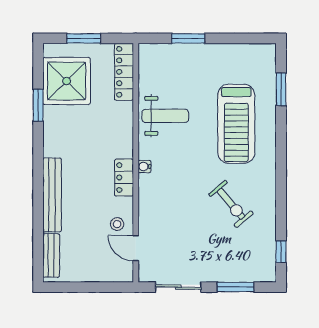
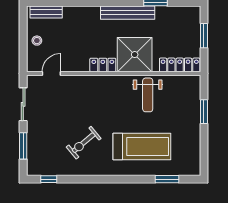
shower: (67, 81) -> (135, 55), moved
treadmill: (236, 124) -> (142, 147), turned 180
water cooler: (144, 167) -> (111, 80), removed
bench: (52, 195) -> (128, 13), moved
stool: (117, 224) -> (37, 41), moved

